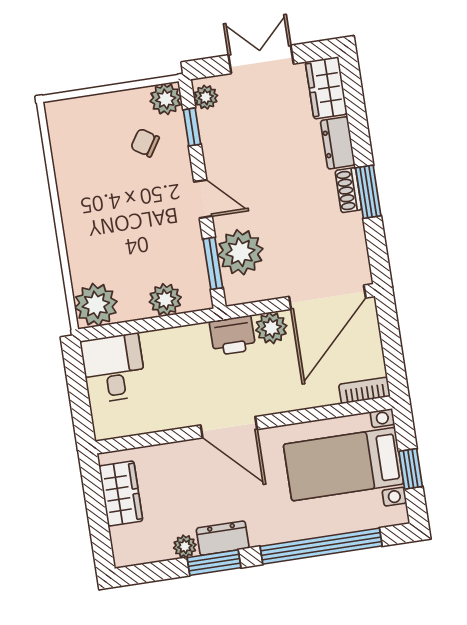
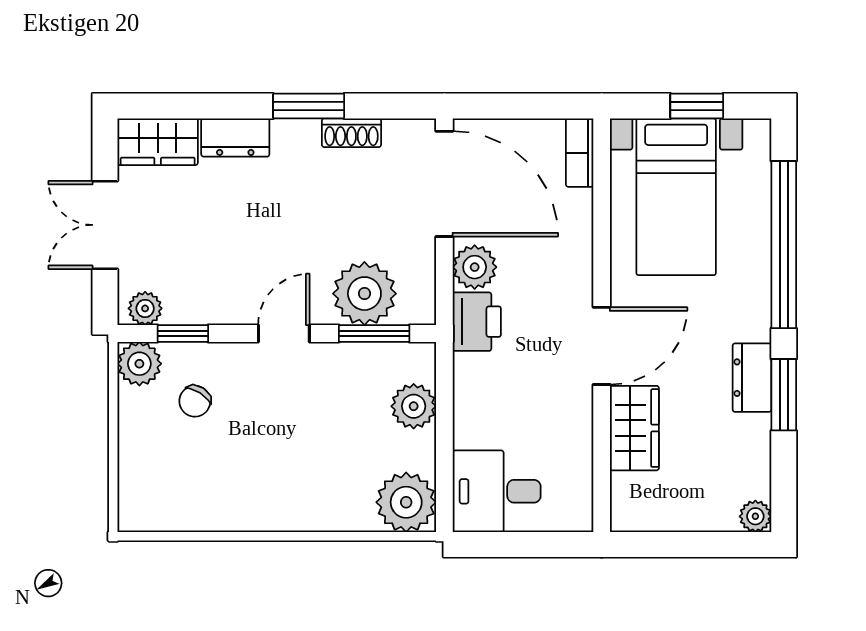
shoe rack: (348, 190) -> (351, 133), moved
wardrobe: (121, 493) -> (634, 428), moved, turned 90
plant: (185, 546) -> (755, 516), moved

